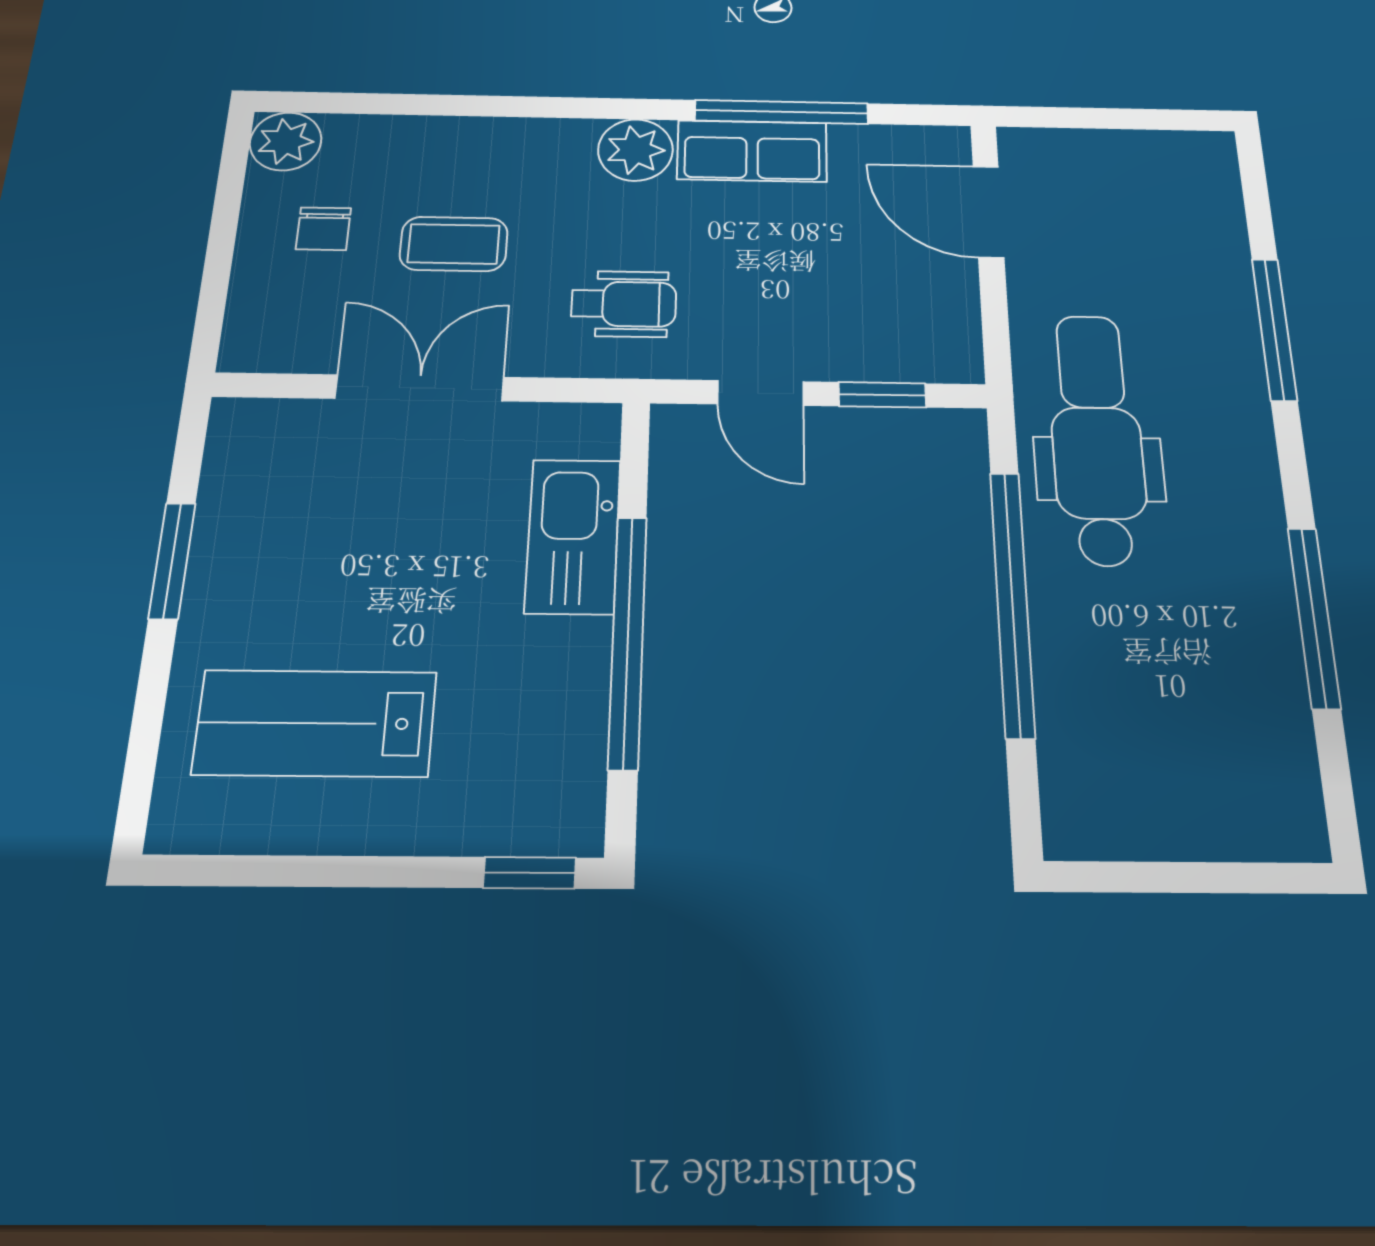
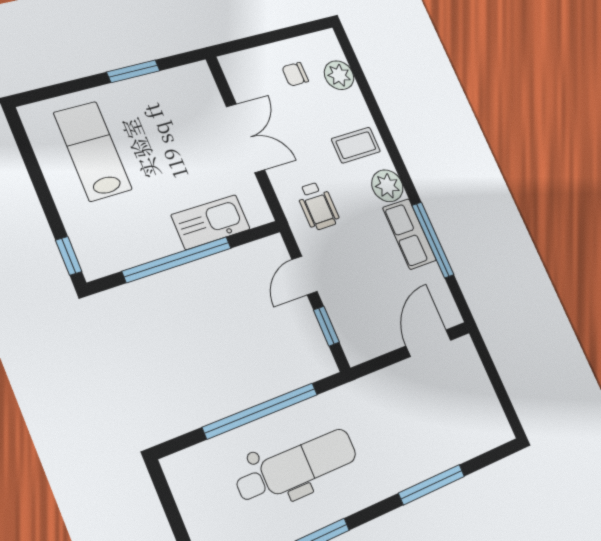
plant: (286, 141) -> (339, 75), moved
coffee table: (454, 244) -> (356, 145), moved, turned 90
dental chair: (1097, 438) -> (297, 466), moved

